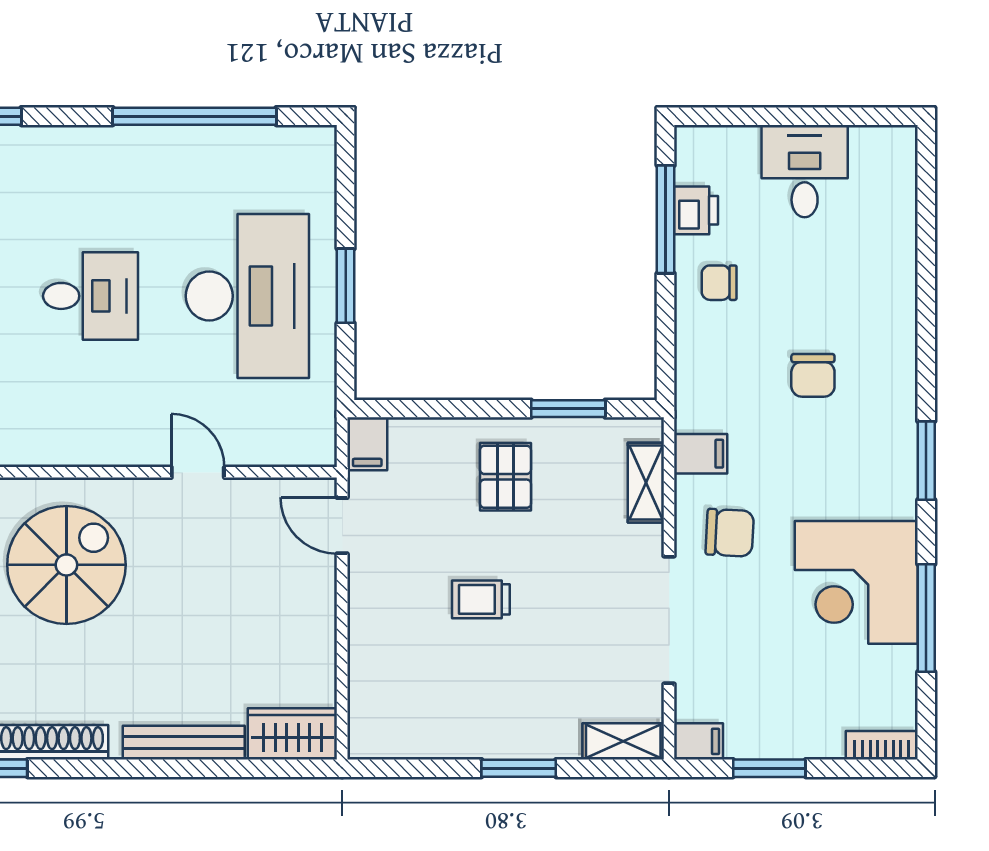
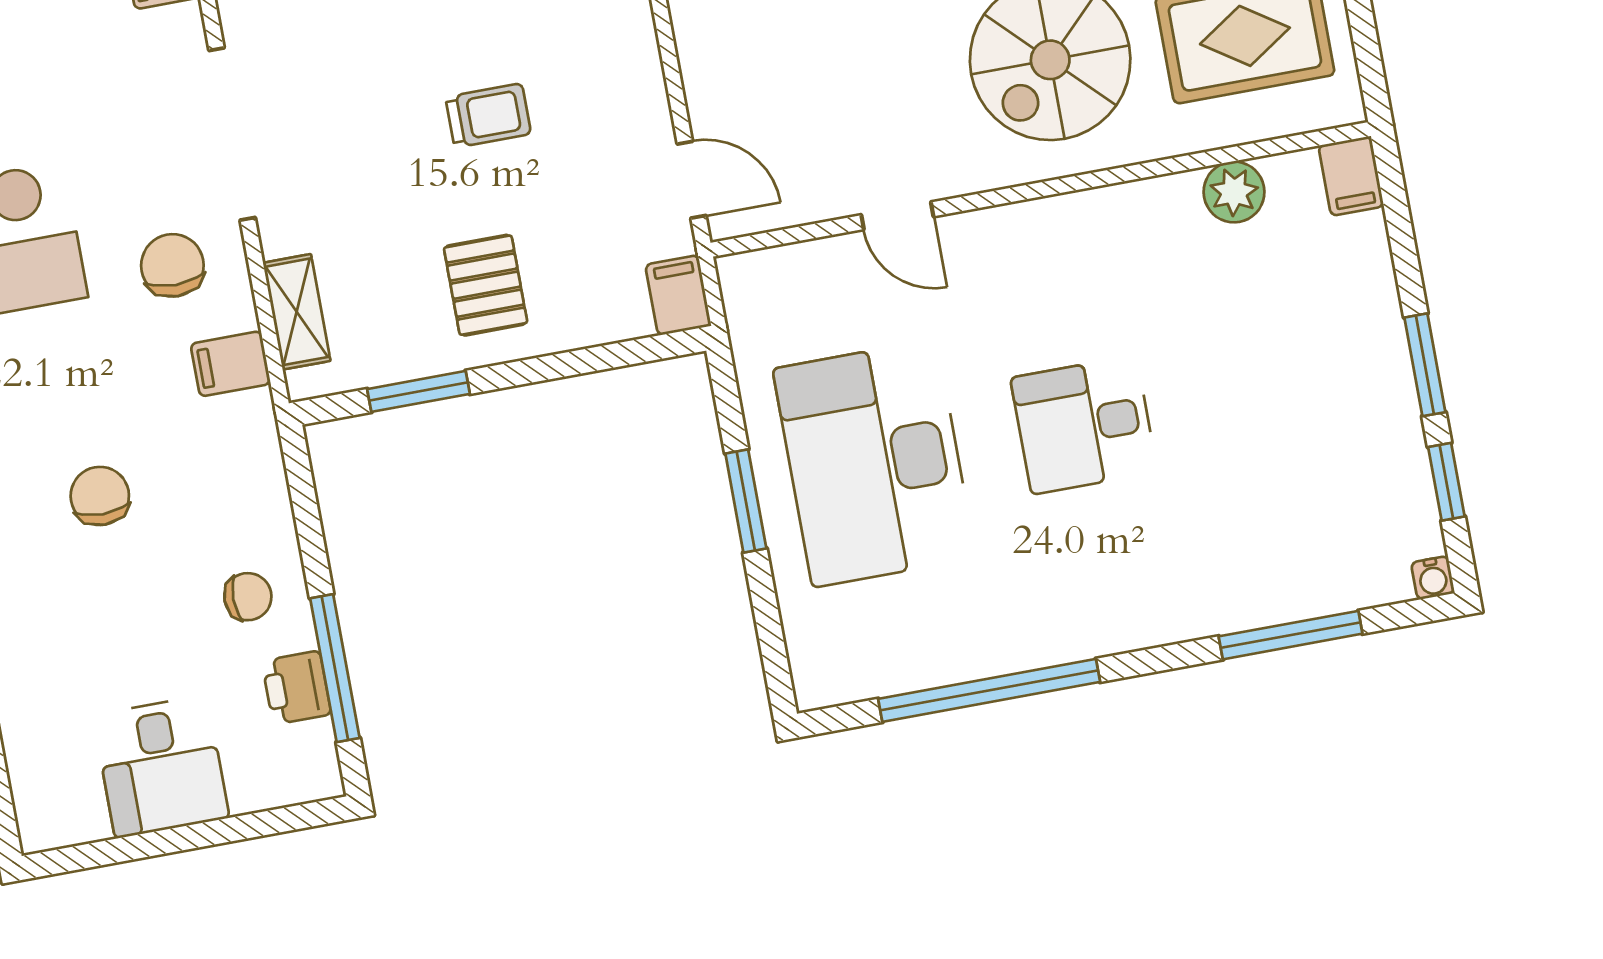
chair: (730, 533) -> (172, 265), turned 87

